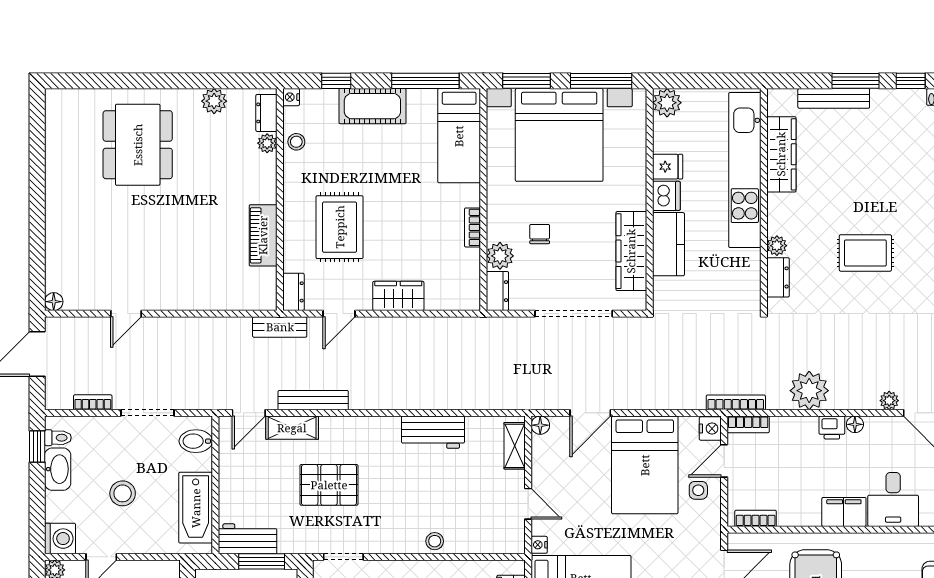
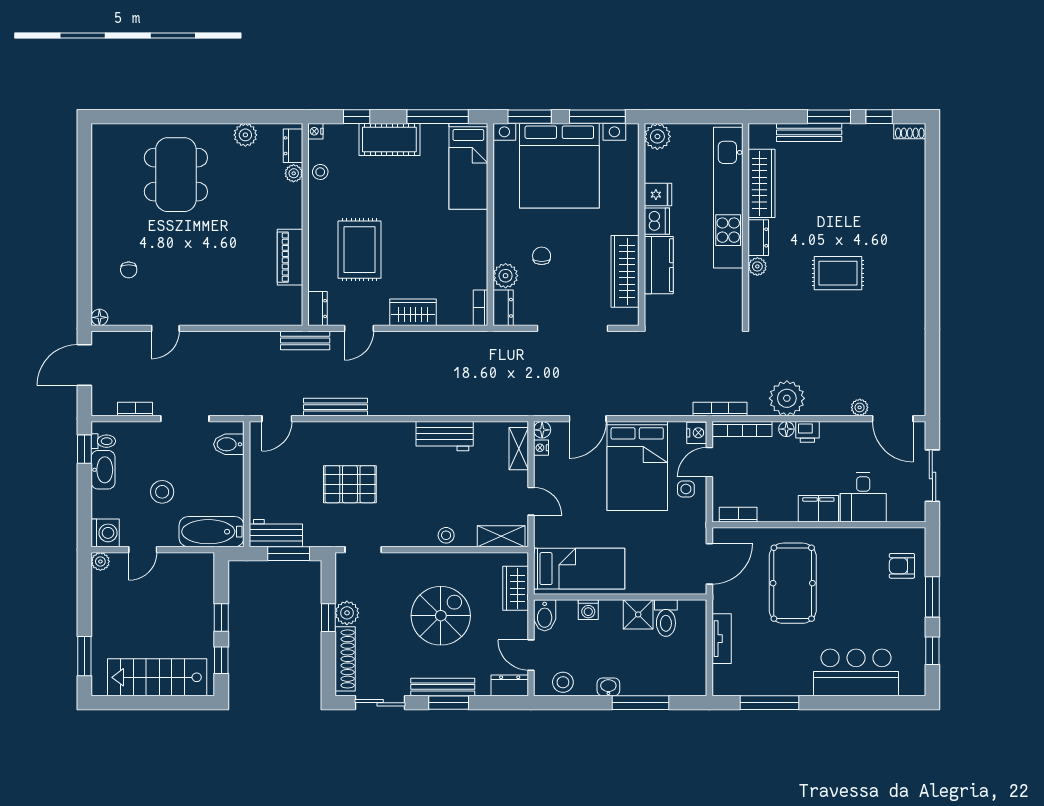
bookcase: (473, 227) -> (481, 308), moved
chair: (86, 249) -> (129, 270), added
dresser: (778, 277) -> (758, 238), moved
bookcase: (748, 424) -> (742, 429), width x1.56
floor lamp: (855, 424) -> (786, 429), moved
shelving: (292, 428) -> (501, 536), moved
bathtub: (196, 508) -> (212, 532), moved, turned 90
nightstand: (539, 545) -> (541, 448), moved

